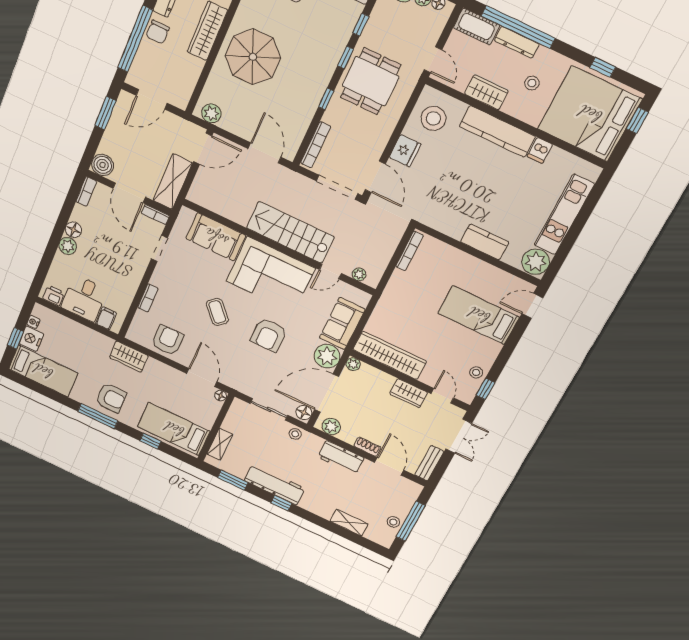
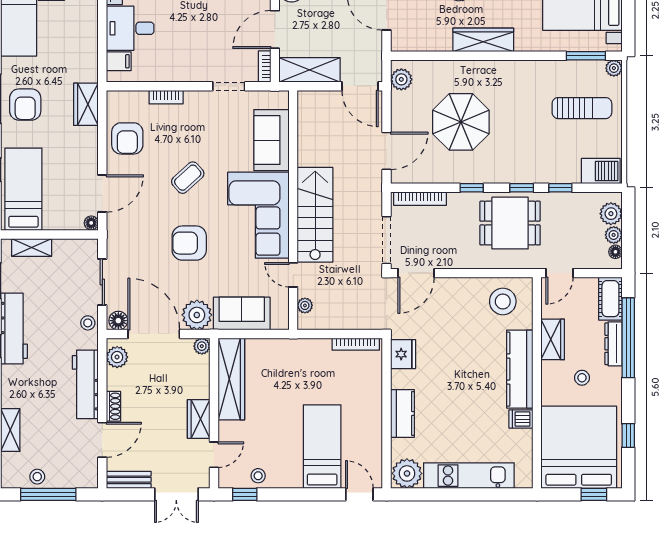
parasol: (253, 57) -> (461, 122), moved
fridge: (405, 151) -> (403, 354), moved, turned -90
armchair: (168, 340) -> (127, 138), turned 90
workbench: (341, 458) -> (85, 384), width x1.38

